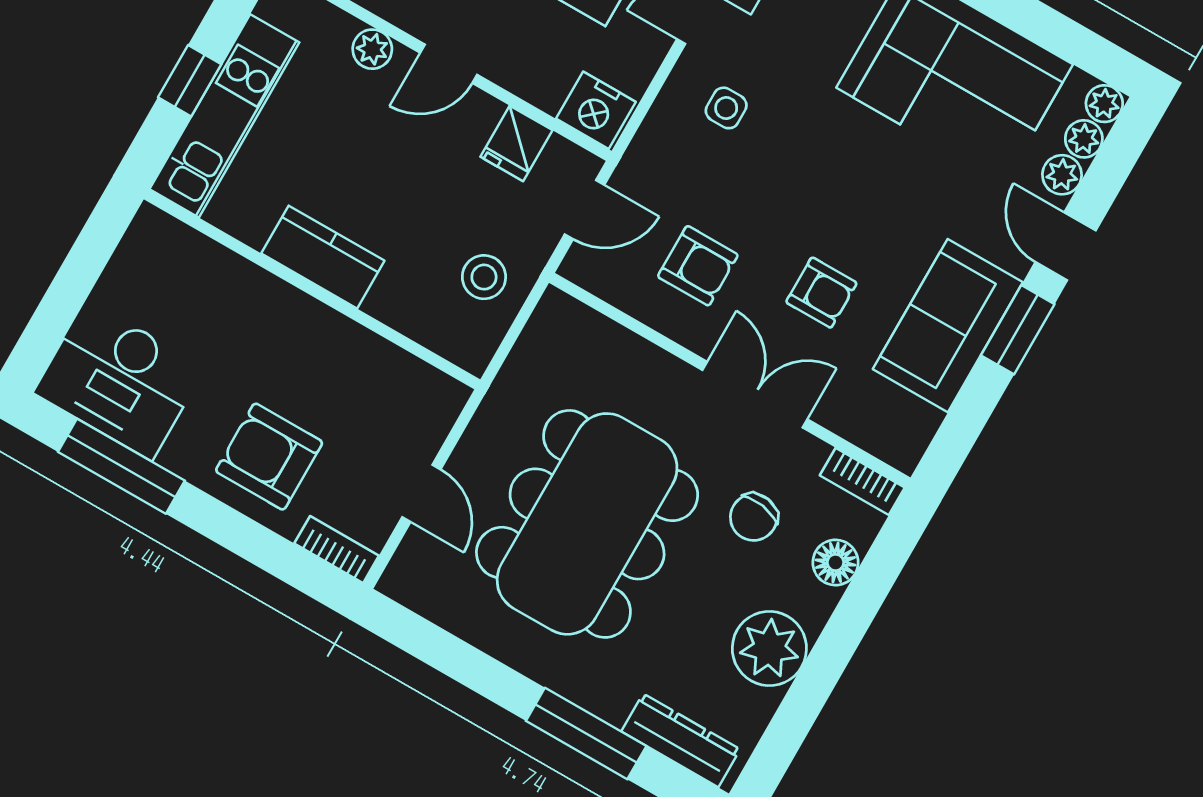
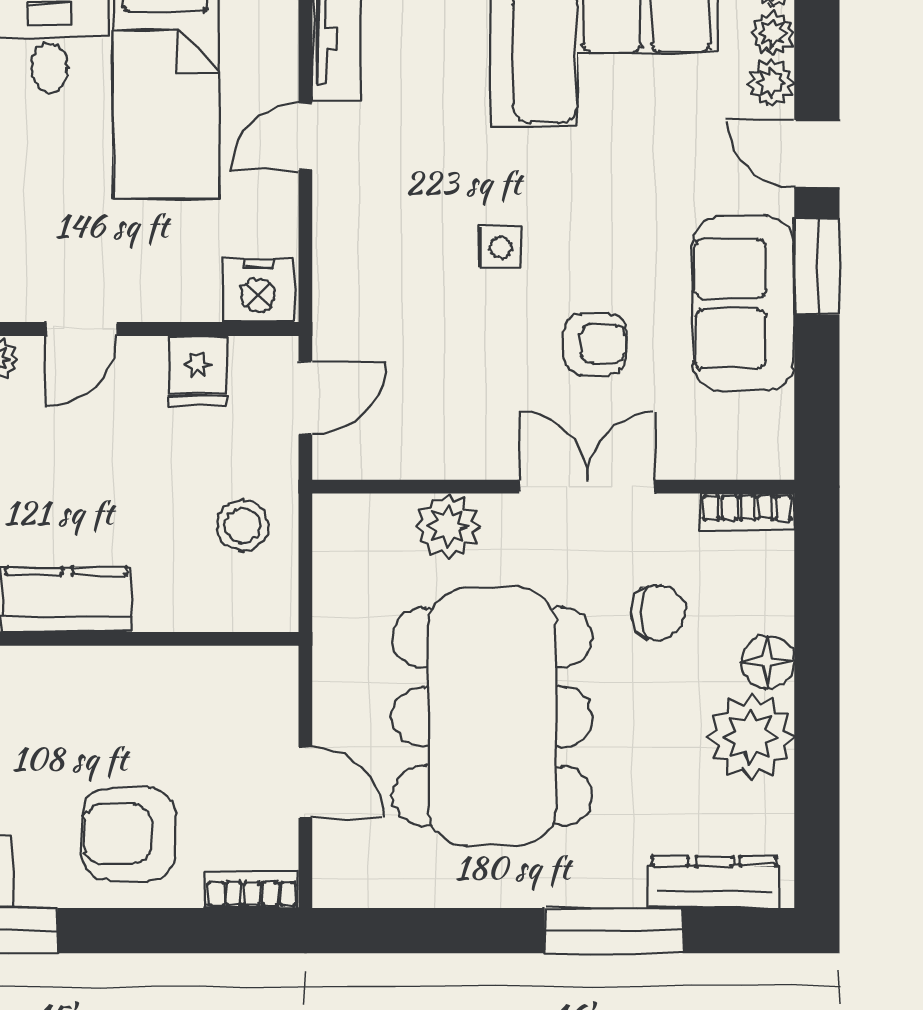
side table: (726, 108) -> (501, 247), moved
armchair: (698, 266) -> (454, 389), removed
plant: (635, 365) -> (448, 526), added
chair: (754, 517) -> (658, 612), turned -99
floor lamp: (835, 562) -> (768, 662), moved

